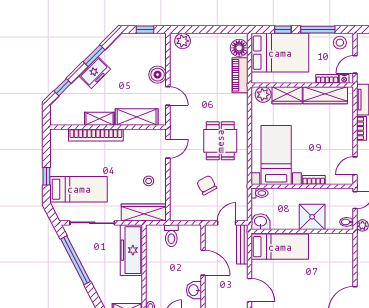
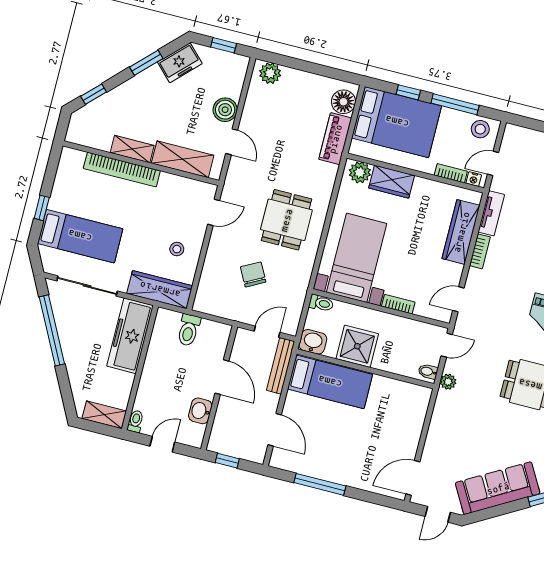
freezer: (95, 73) -> (180, 63), moved
wardrobe: (325, 95) -> (461, 232), moved, turned 90
shower: (312, 217) -> (357, 346), moved

